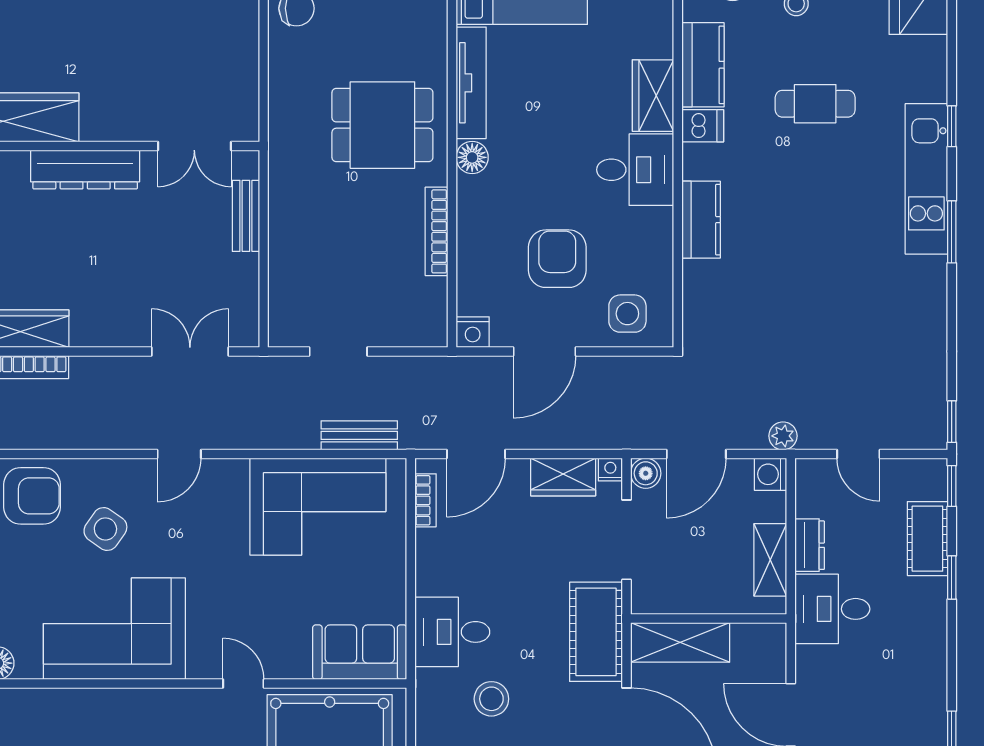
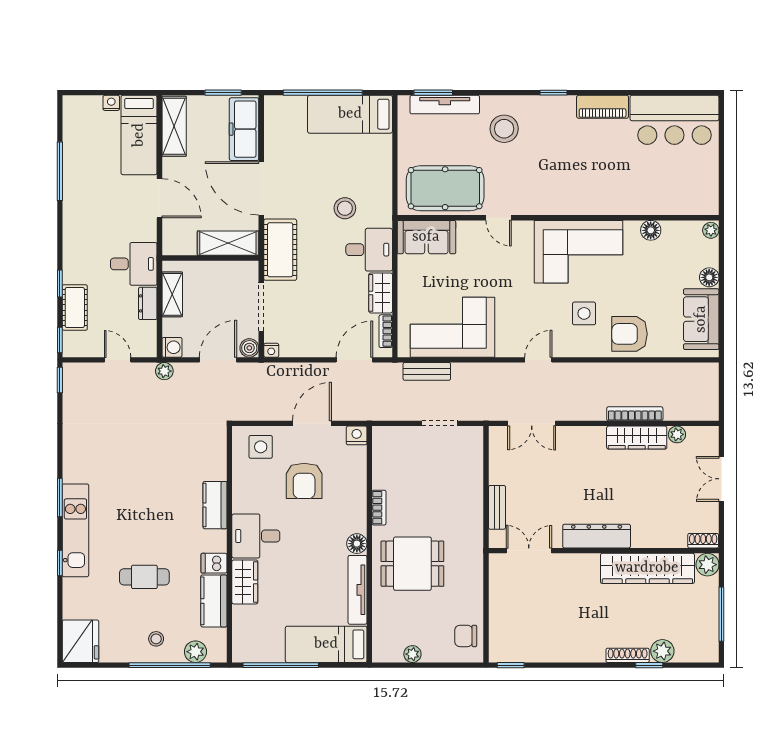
bookcase: (436, 231) -> (379, 508), width x0.64
wardrobe: (563, 477) -> (381, 293), moved, turned -90
side table: (105, 529) -> (584, 313), turned -35

